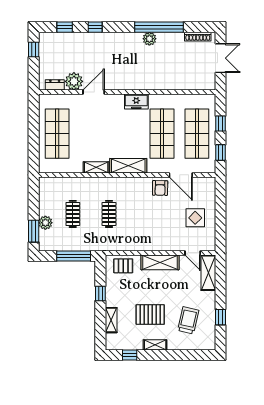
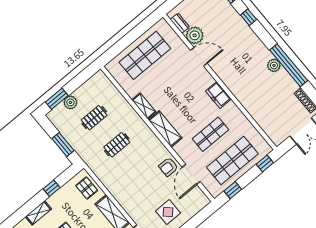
window: (220, 123) -> (265, 164), moved
shop shelf: (162, 134) -> (211, 134), width x0.70, depth x0.74
window: (74, 256) -> (63, 145), width x0.69

